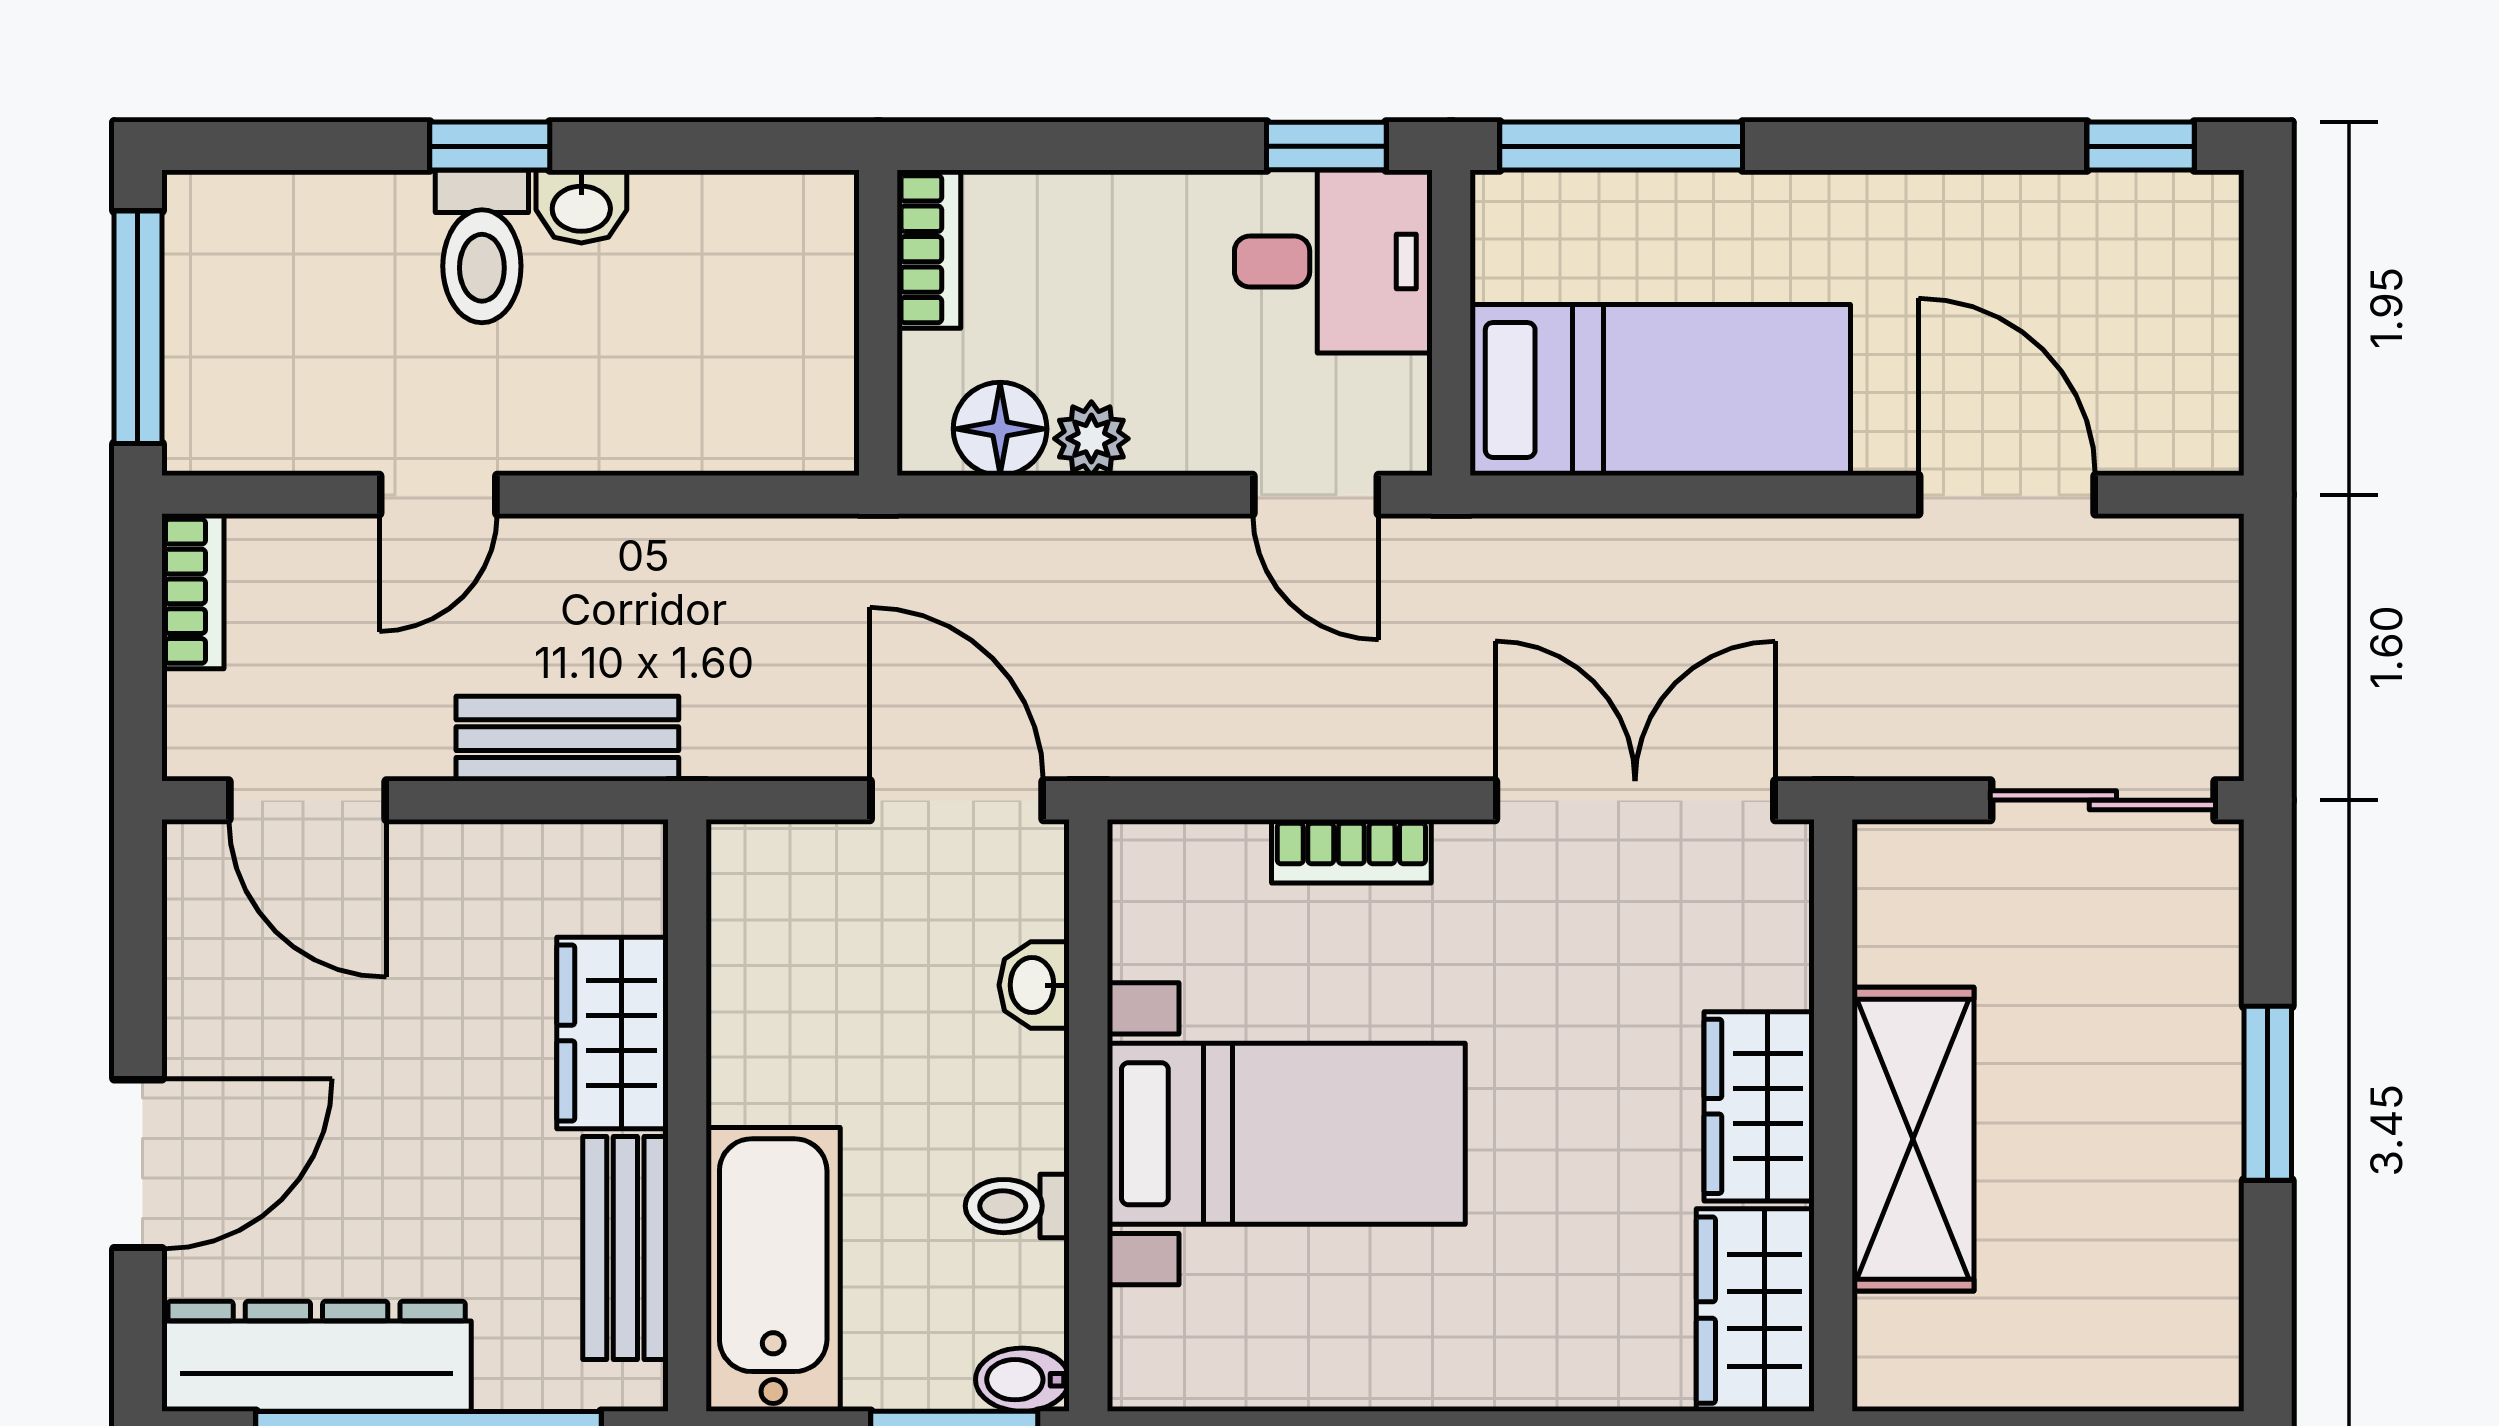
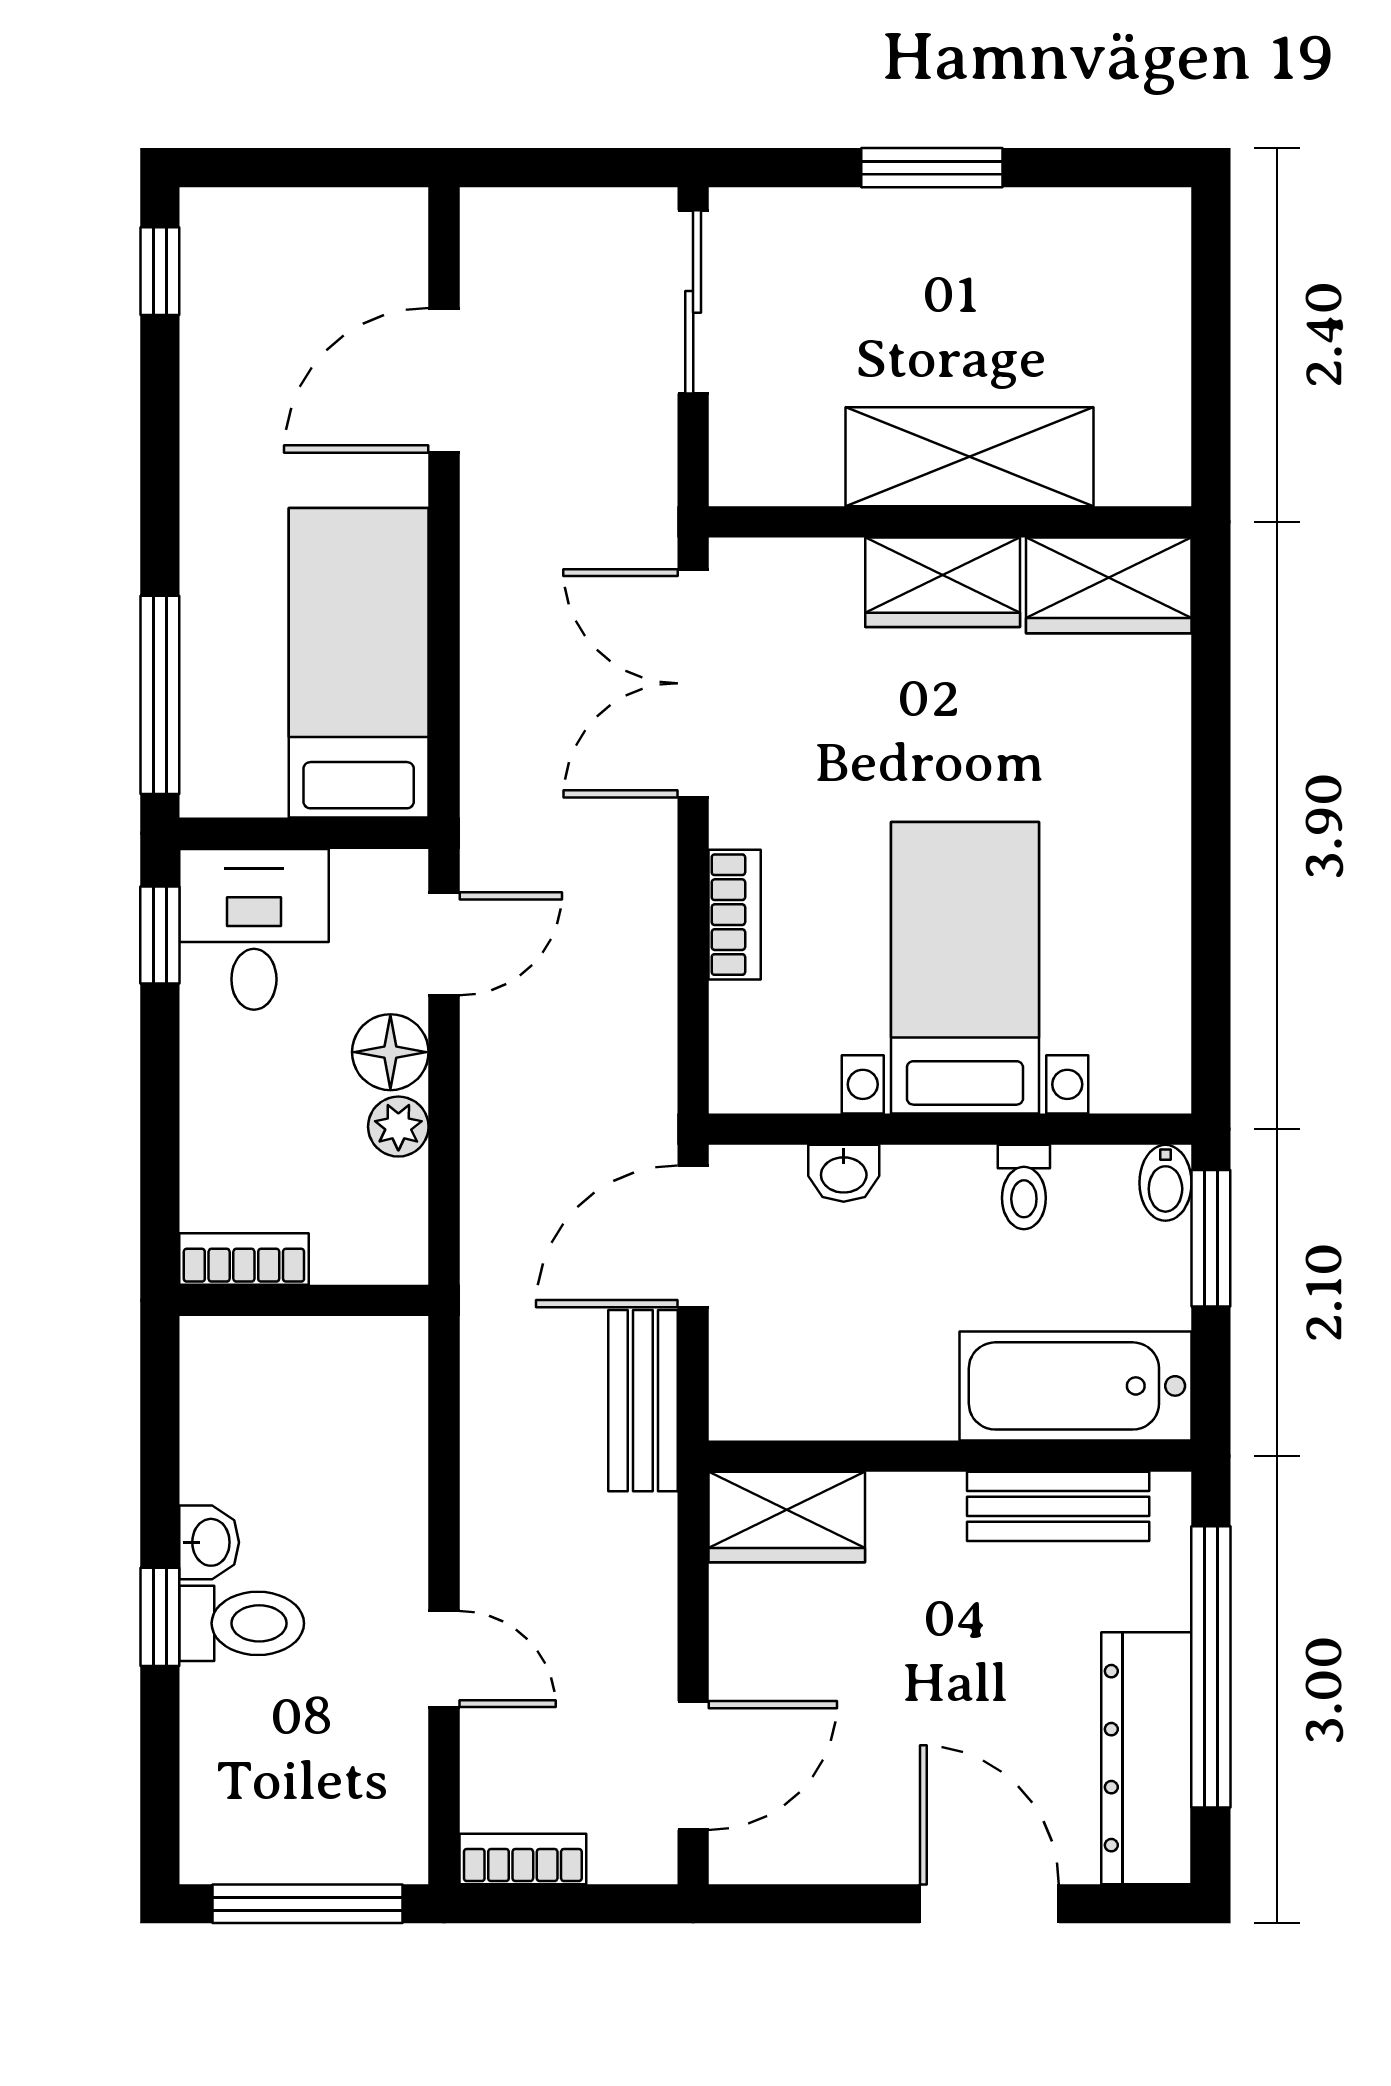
floor lamp: (1000, 429) -> (390, 1052), moved
bench: (567, 739) -> (643, 1401), moved
wardrobe: (612, 1033) -> (787, 1517), moved

